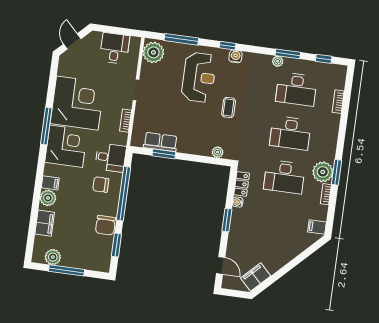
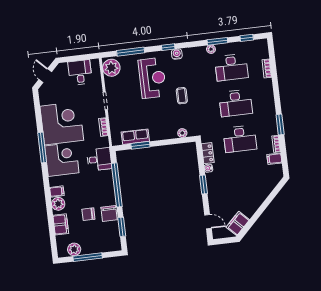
plant: (323, 172) -> (269, 127), removed
chair: (101, 185) -> (88, 214), moved
filing cabinet: (317, 227) -> (274, 159), moved

